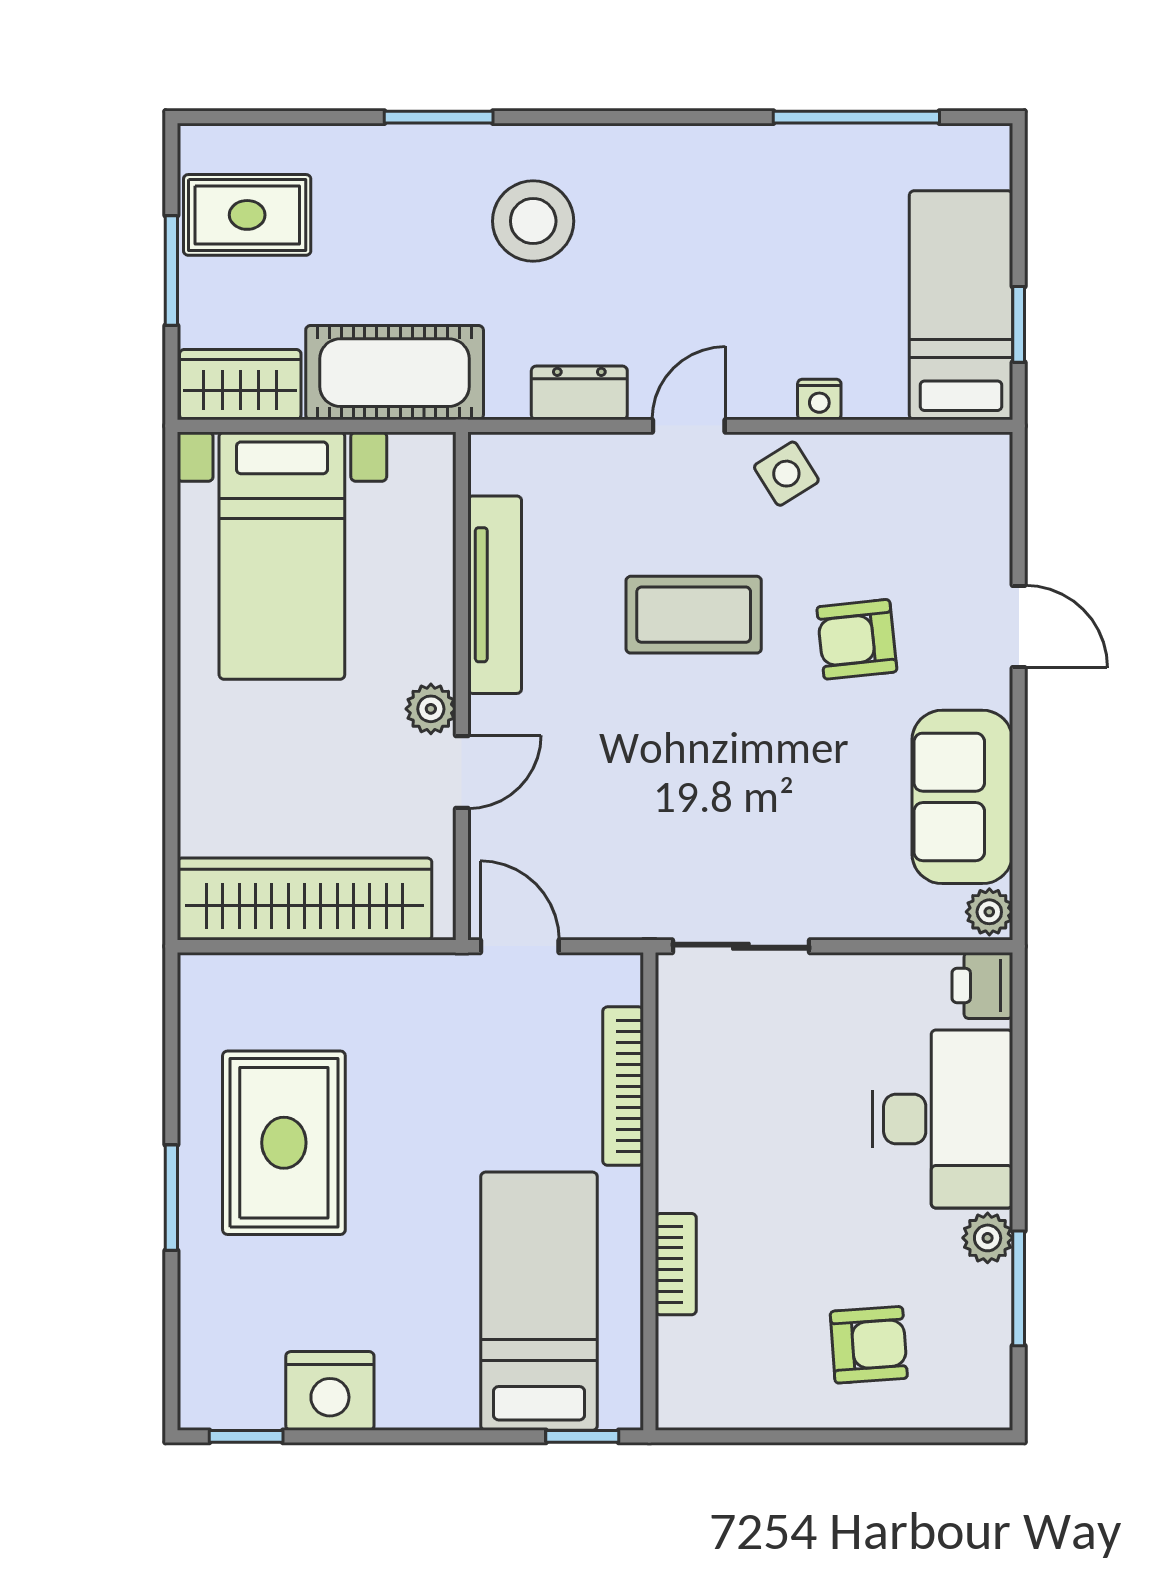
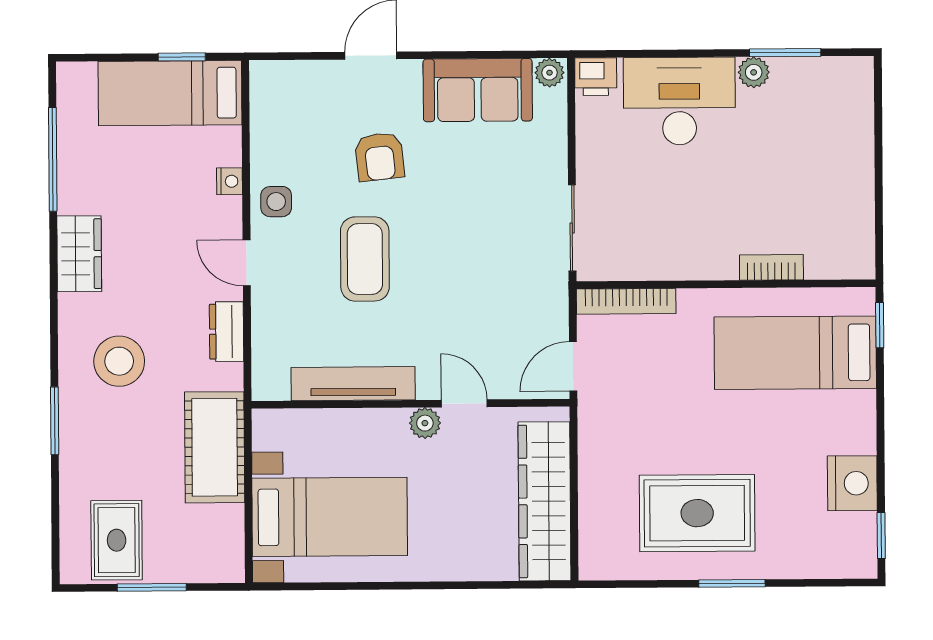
wardrobe: (240, 385) -> (79, 254), moved, turned 180
side table: (786, 474) -> (276, 202), turned 32
bookcase: (623, 1086) -> (626, 301), moved
armchair: (869, 1345) -> (821, 146), removed

